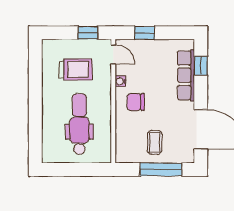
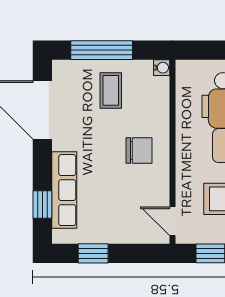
window: (145, 33) -> (93, 253), moved
water cooler: (121, 81) -> (162, 68), moved

